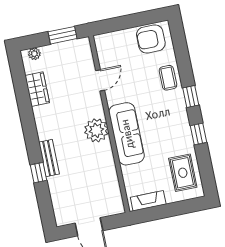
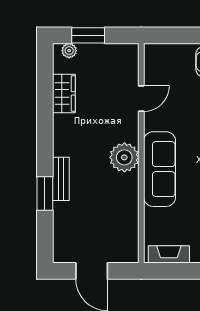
window: (63, 35) -> (88, 35), moved
window: (39, 173) -> (45, 194), width x1.50

